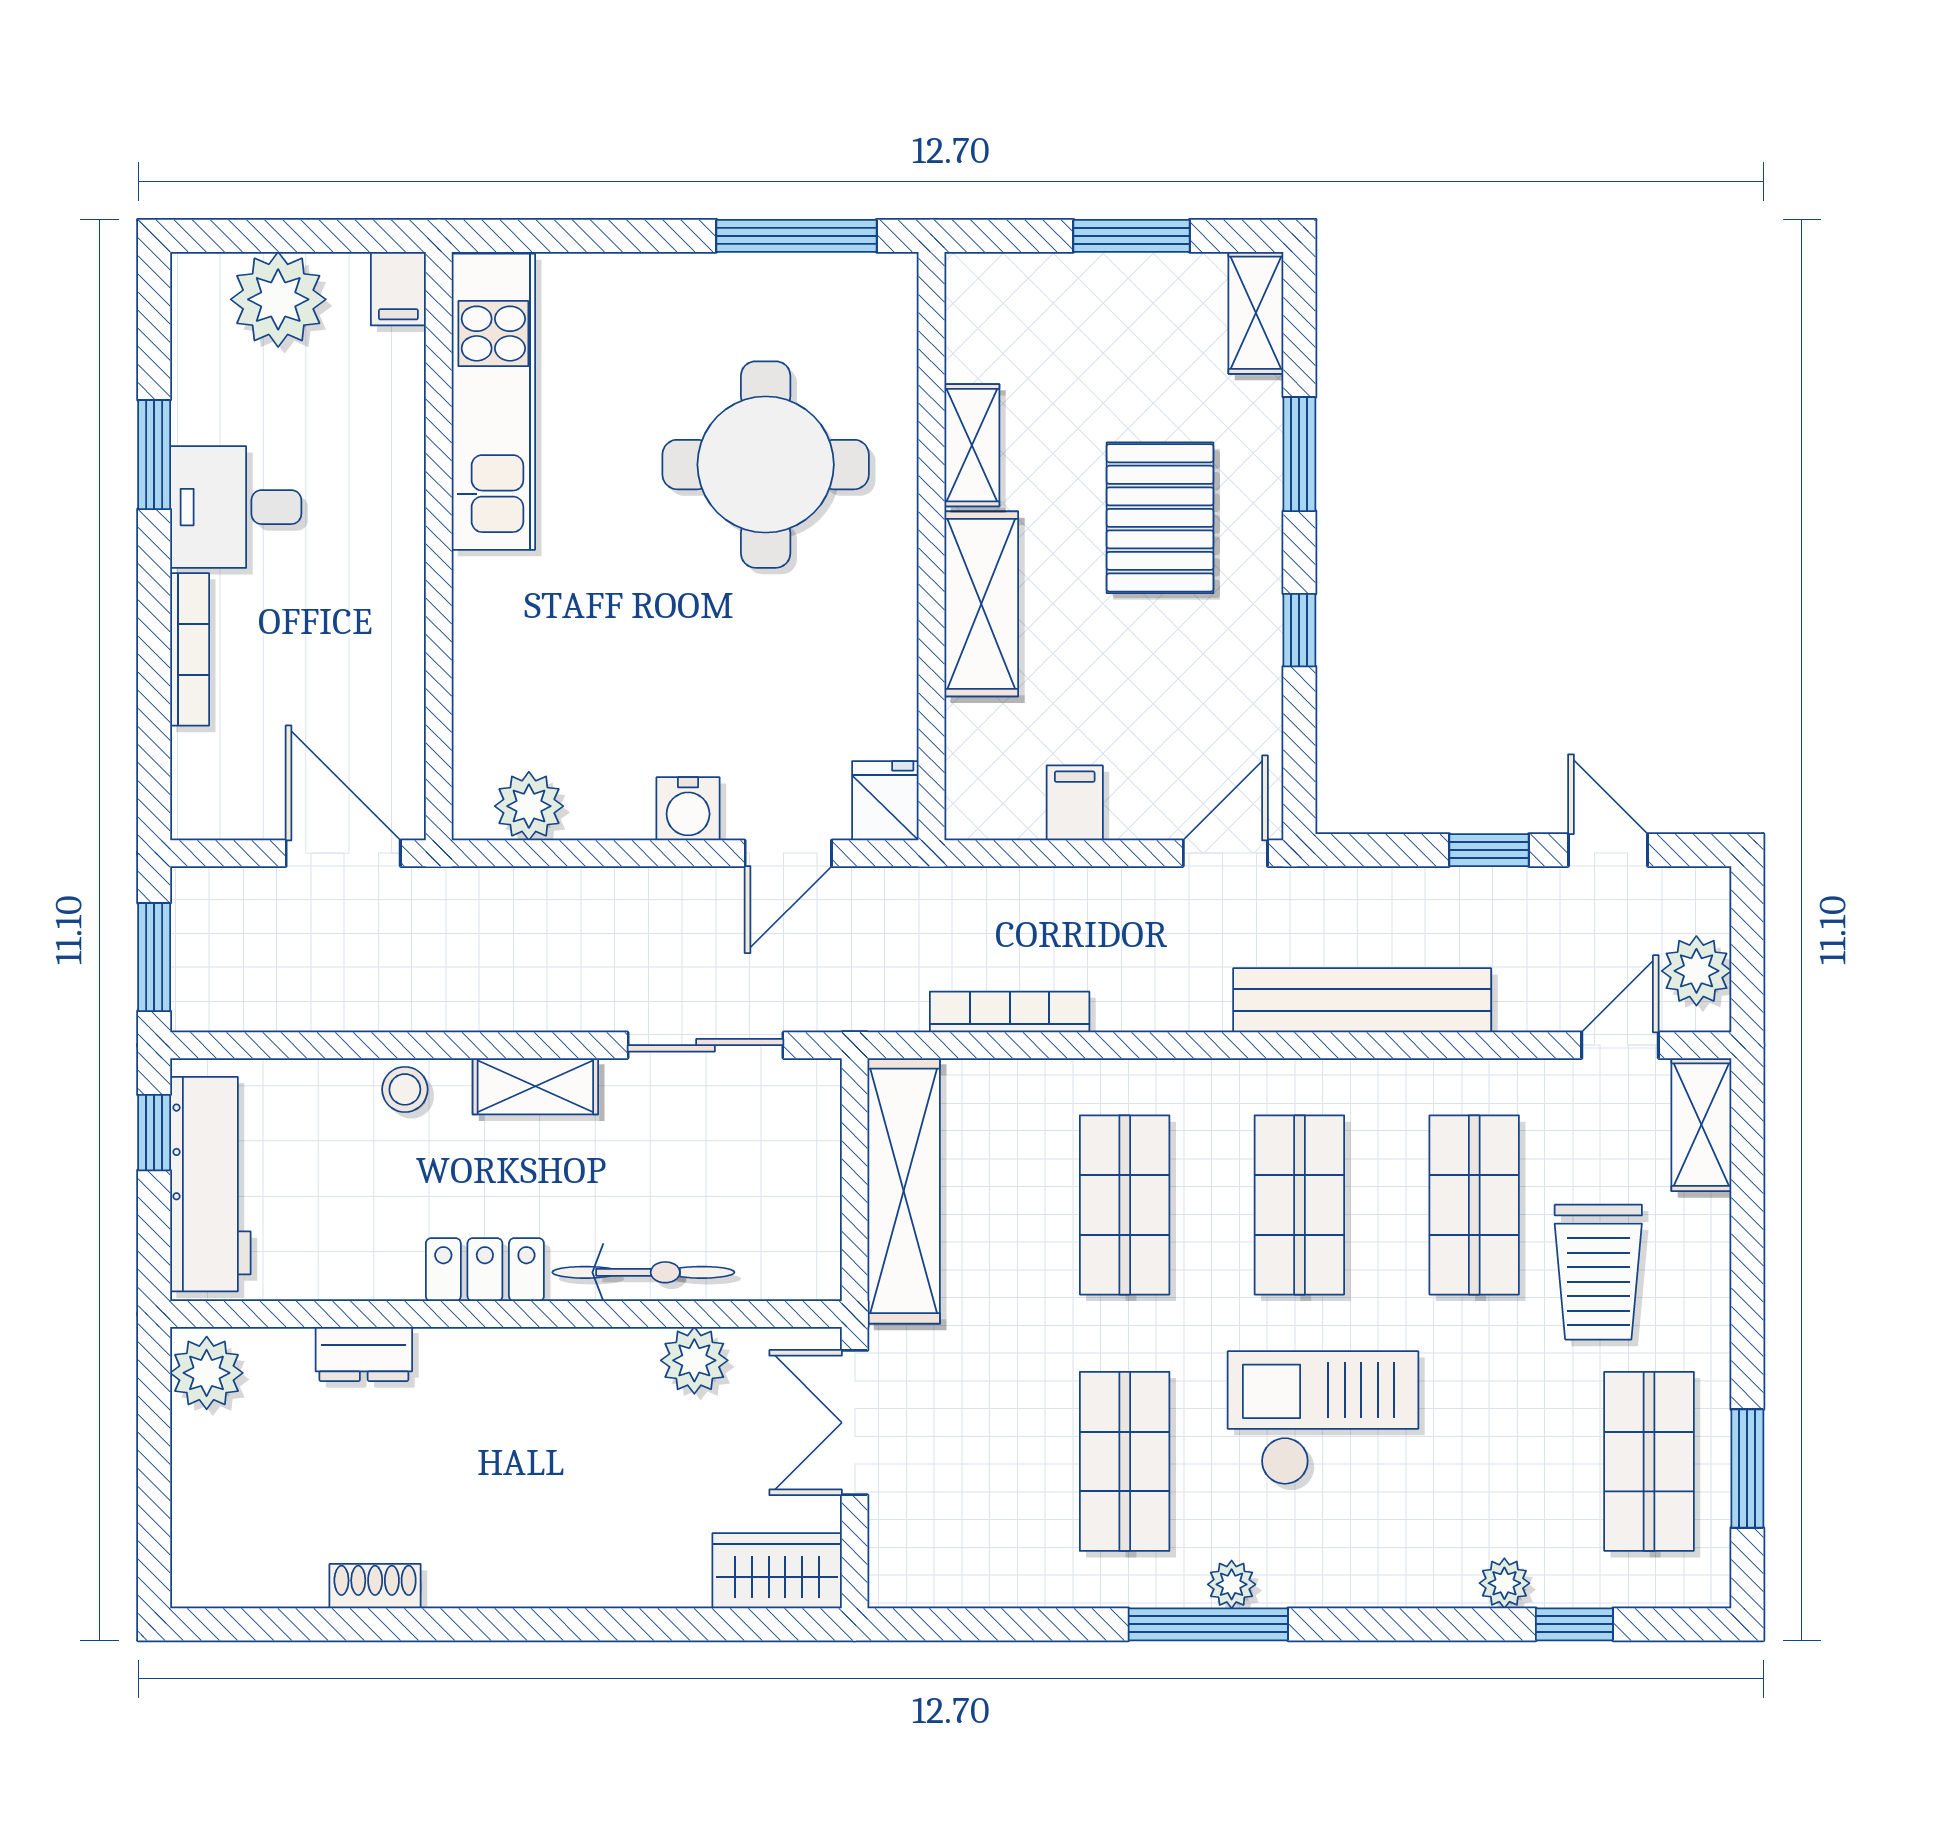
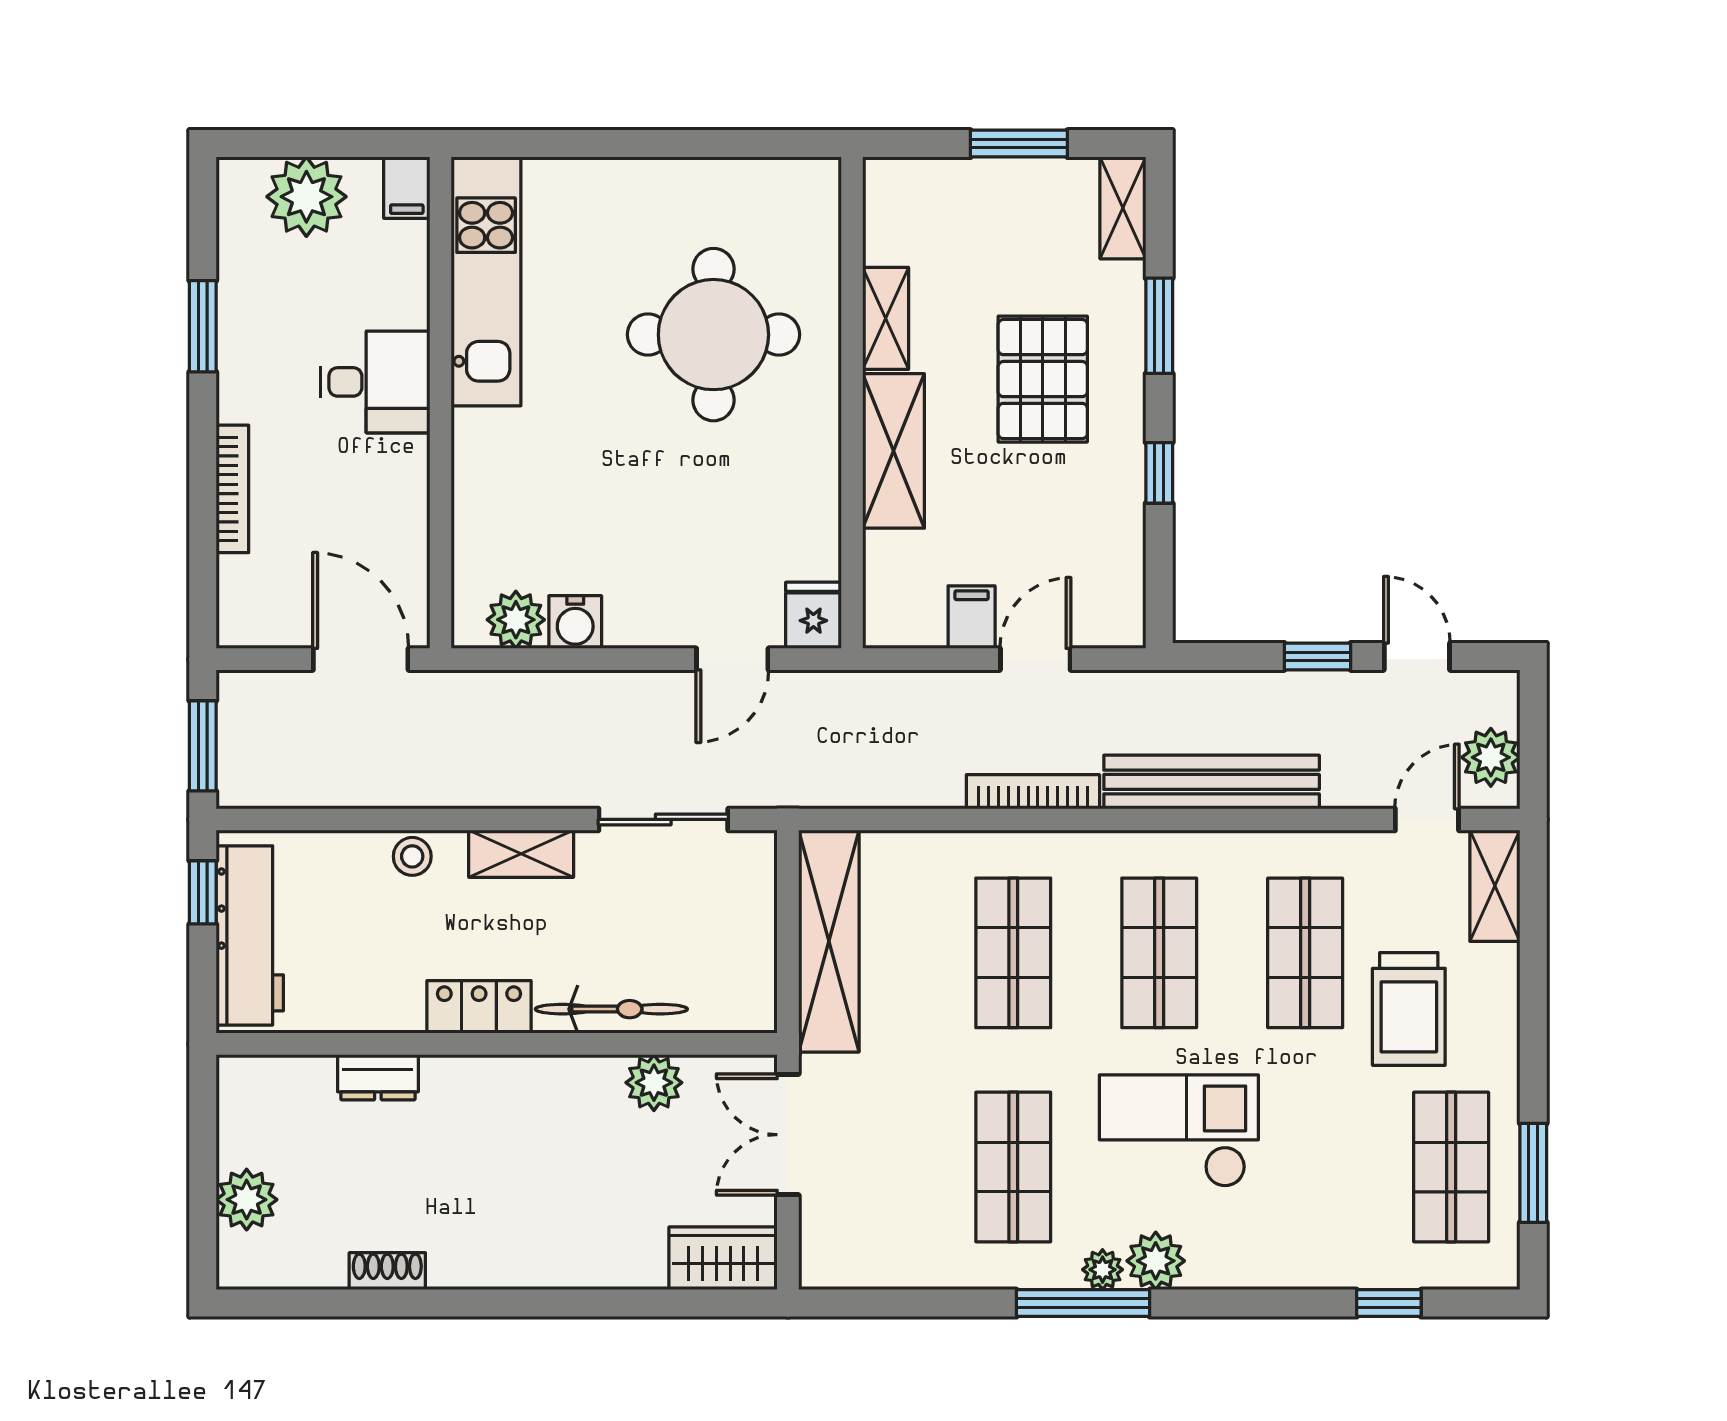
window: (796, 236) -> (739, 144), removed
desk: (236, 507) -> (375, 382), moved, turned 180
water cooler: (688, 809) -> (575, 622), moved
door: (1225, 853) -> (1035, 659), moved
bookcase: (1010, 1012) -> (1033, 792), moved
plant: (207, 1373) -> (247, 1200), moved
plant: (1504, 1583) -> (1156, 1261), moved, width x1.38, depth x1.38

